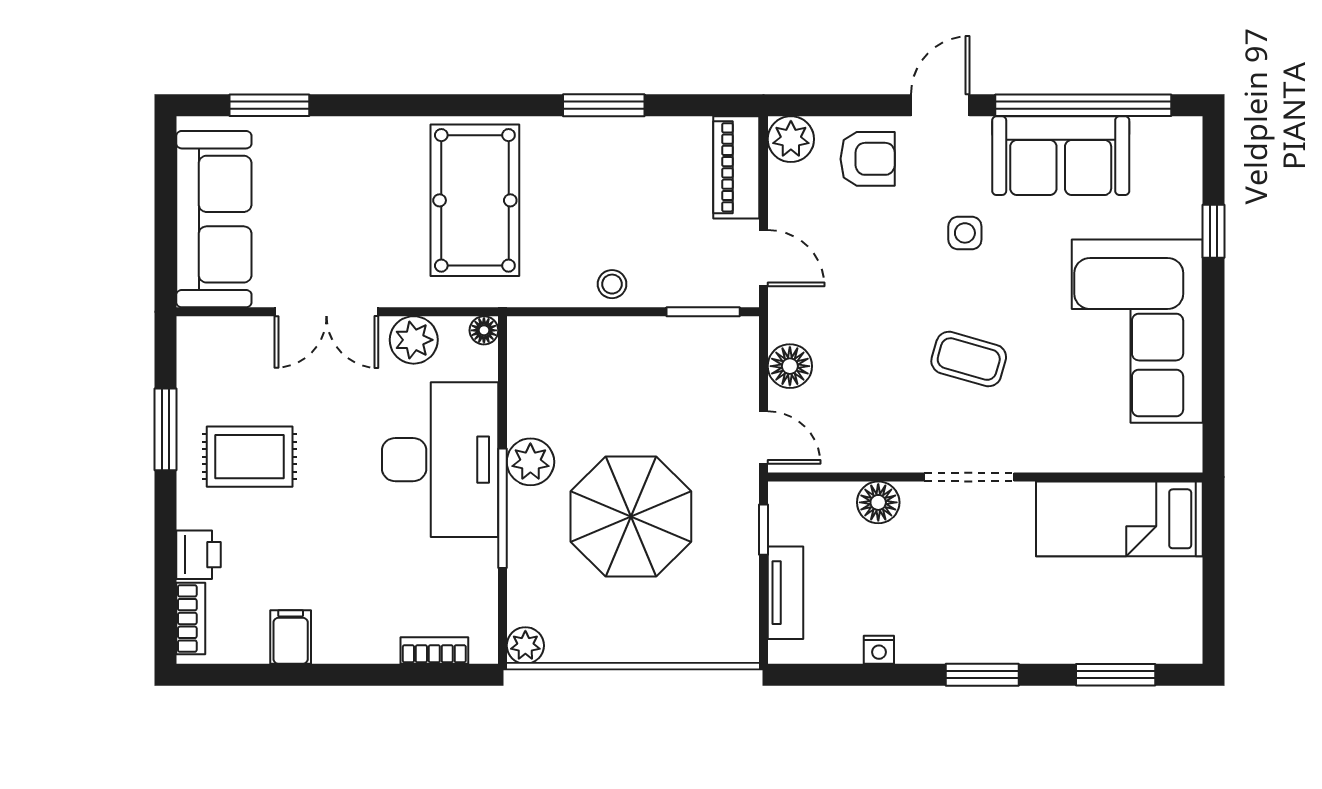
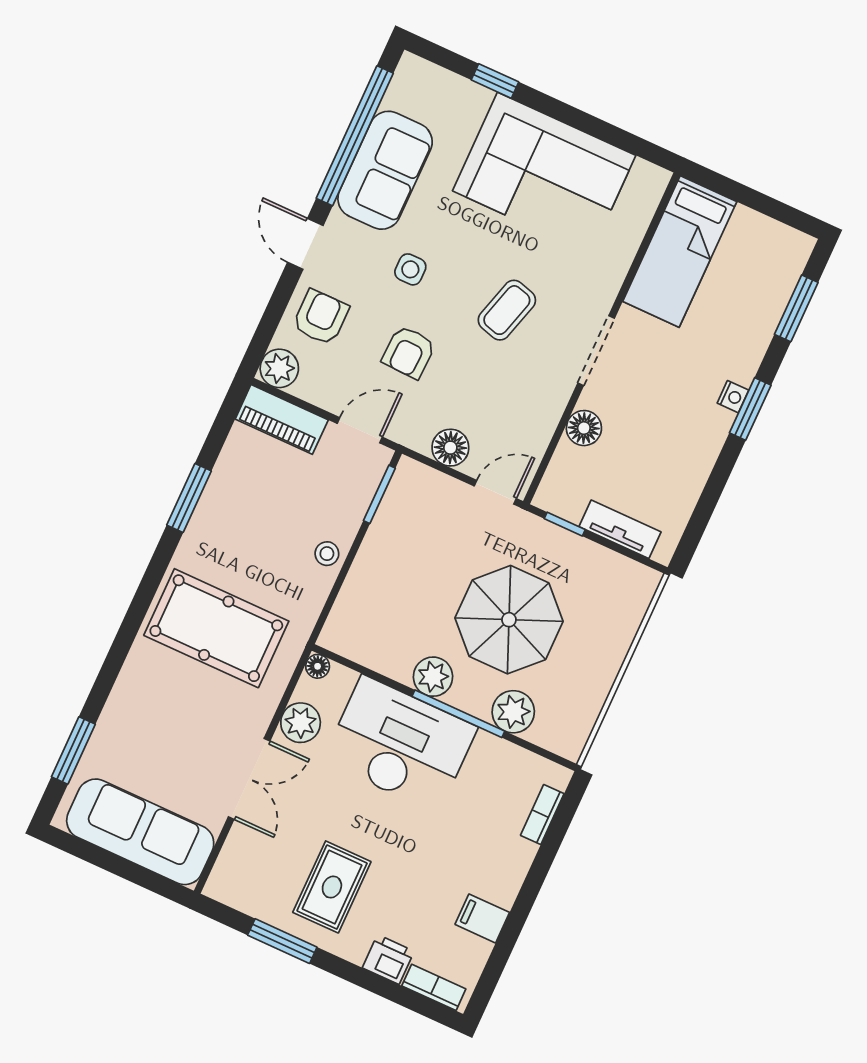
armchair: (873, 273) -> (409, 352), added
plant: (525, 646) -> (513, 712), moved, width x1.38, depth x1.38
nightstand: (879, 650) -> (733, 397), moved

